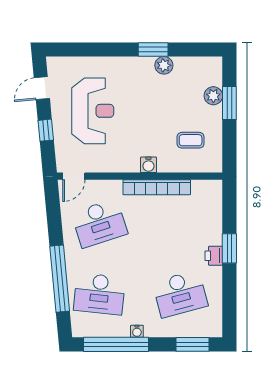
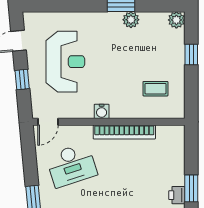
plant: (213, 96) -> (176, 20), moved
window: (229, 103) -> (191, 54), width x0.67
water cooler: (148, 165) -> (102, 111), moved

